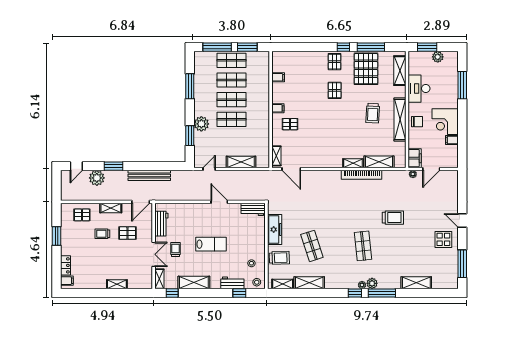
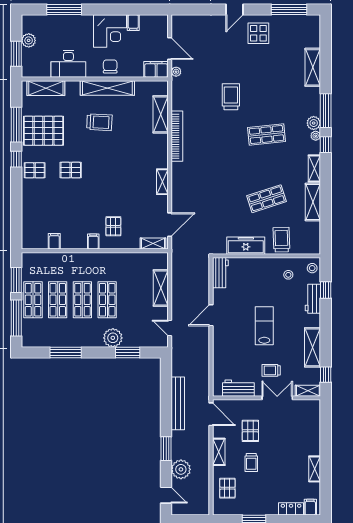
shelving: (353, 163) -> (162, 182), moved
shelving: (117, 284) -> (315, 469), moved
shelving: (283, 284) -> (314, 168), moved

